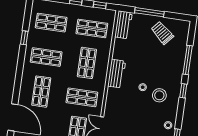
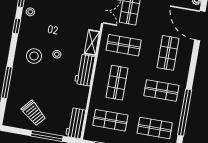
window: (24, 38) -> (185, 112), width x3.17
window: (183, 91) -> (17, 26), moved
stool: (159, 95) -> (34, 56), moved
shelving: (111, 99) -> (92, 43), added

